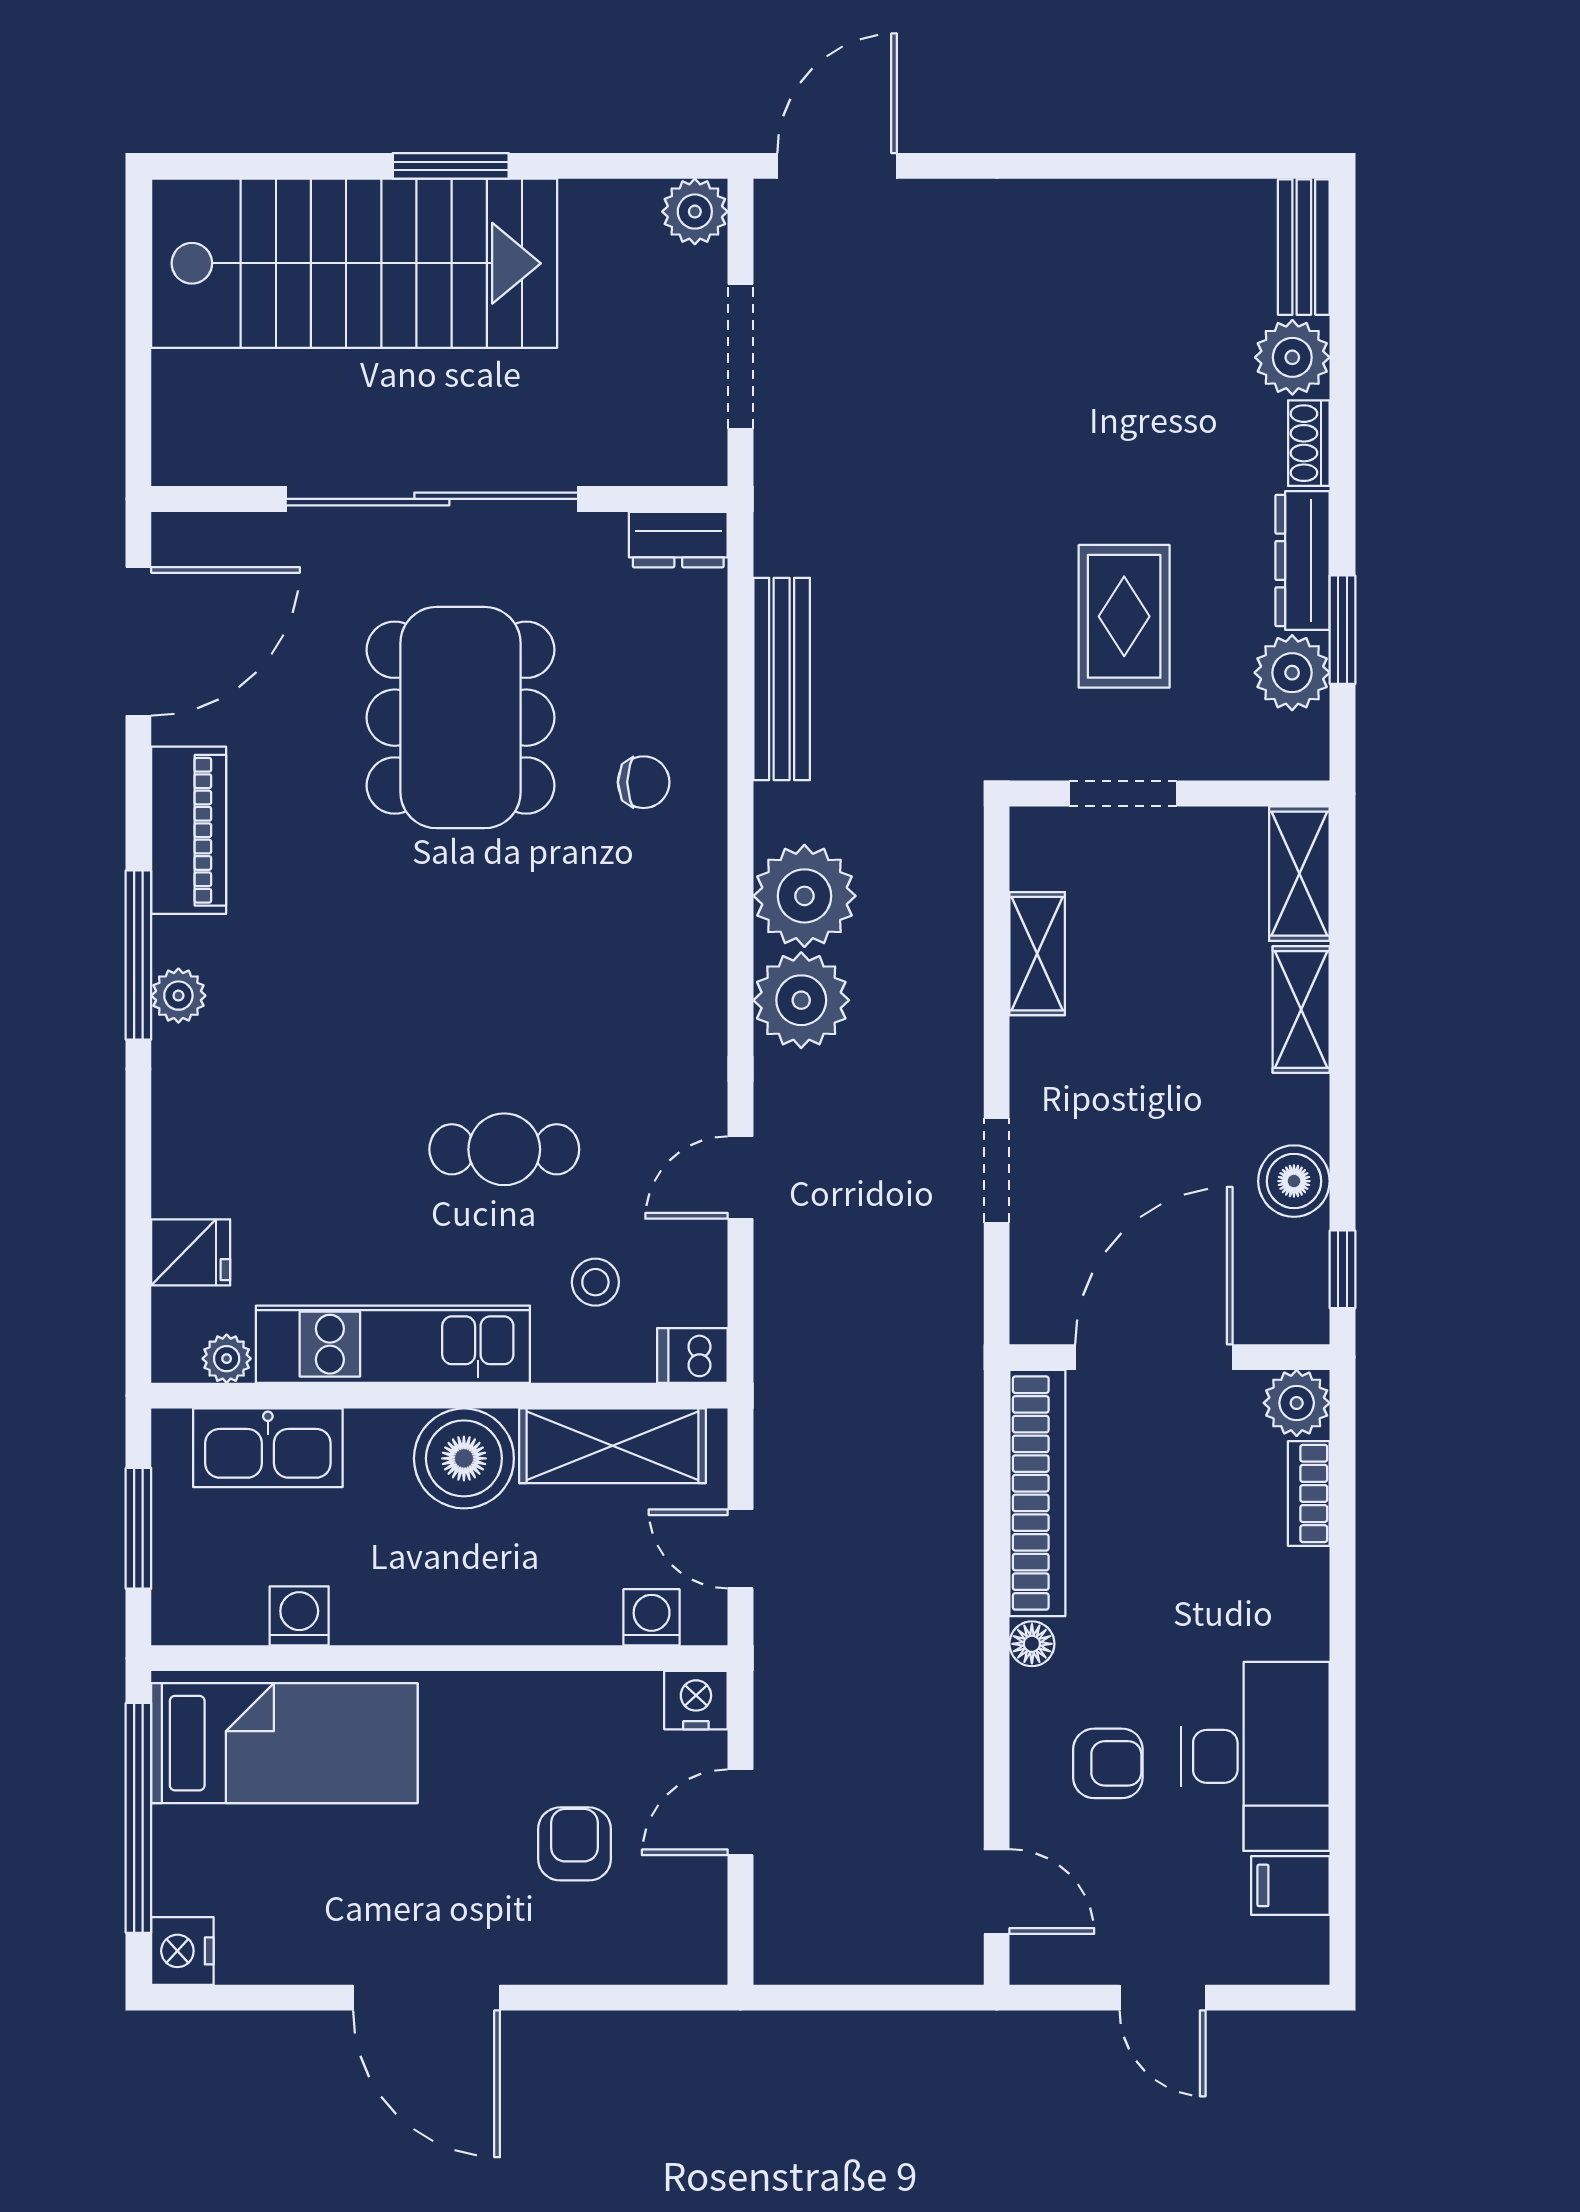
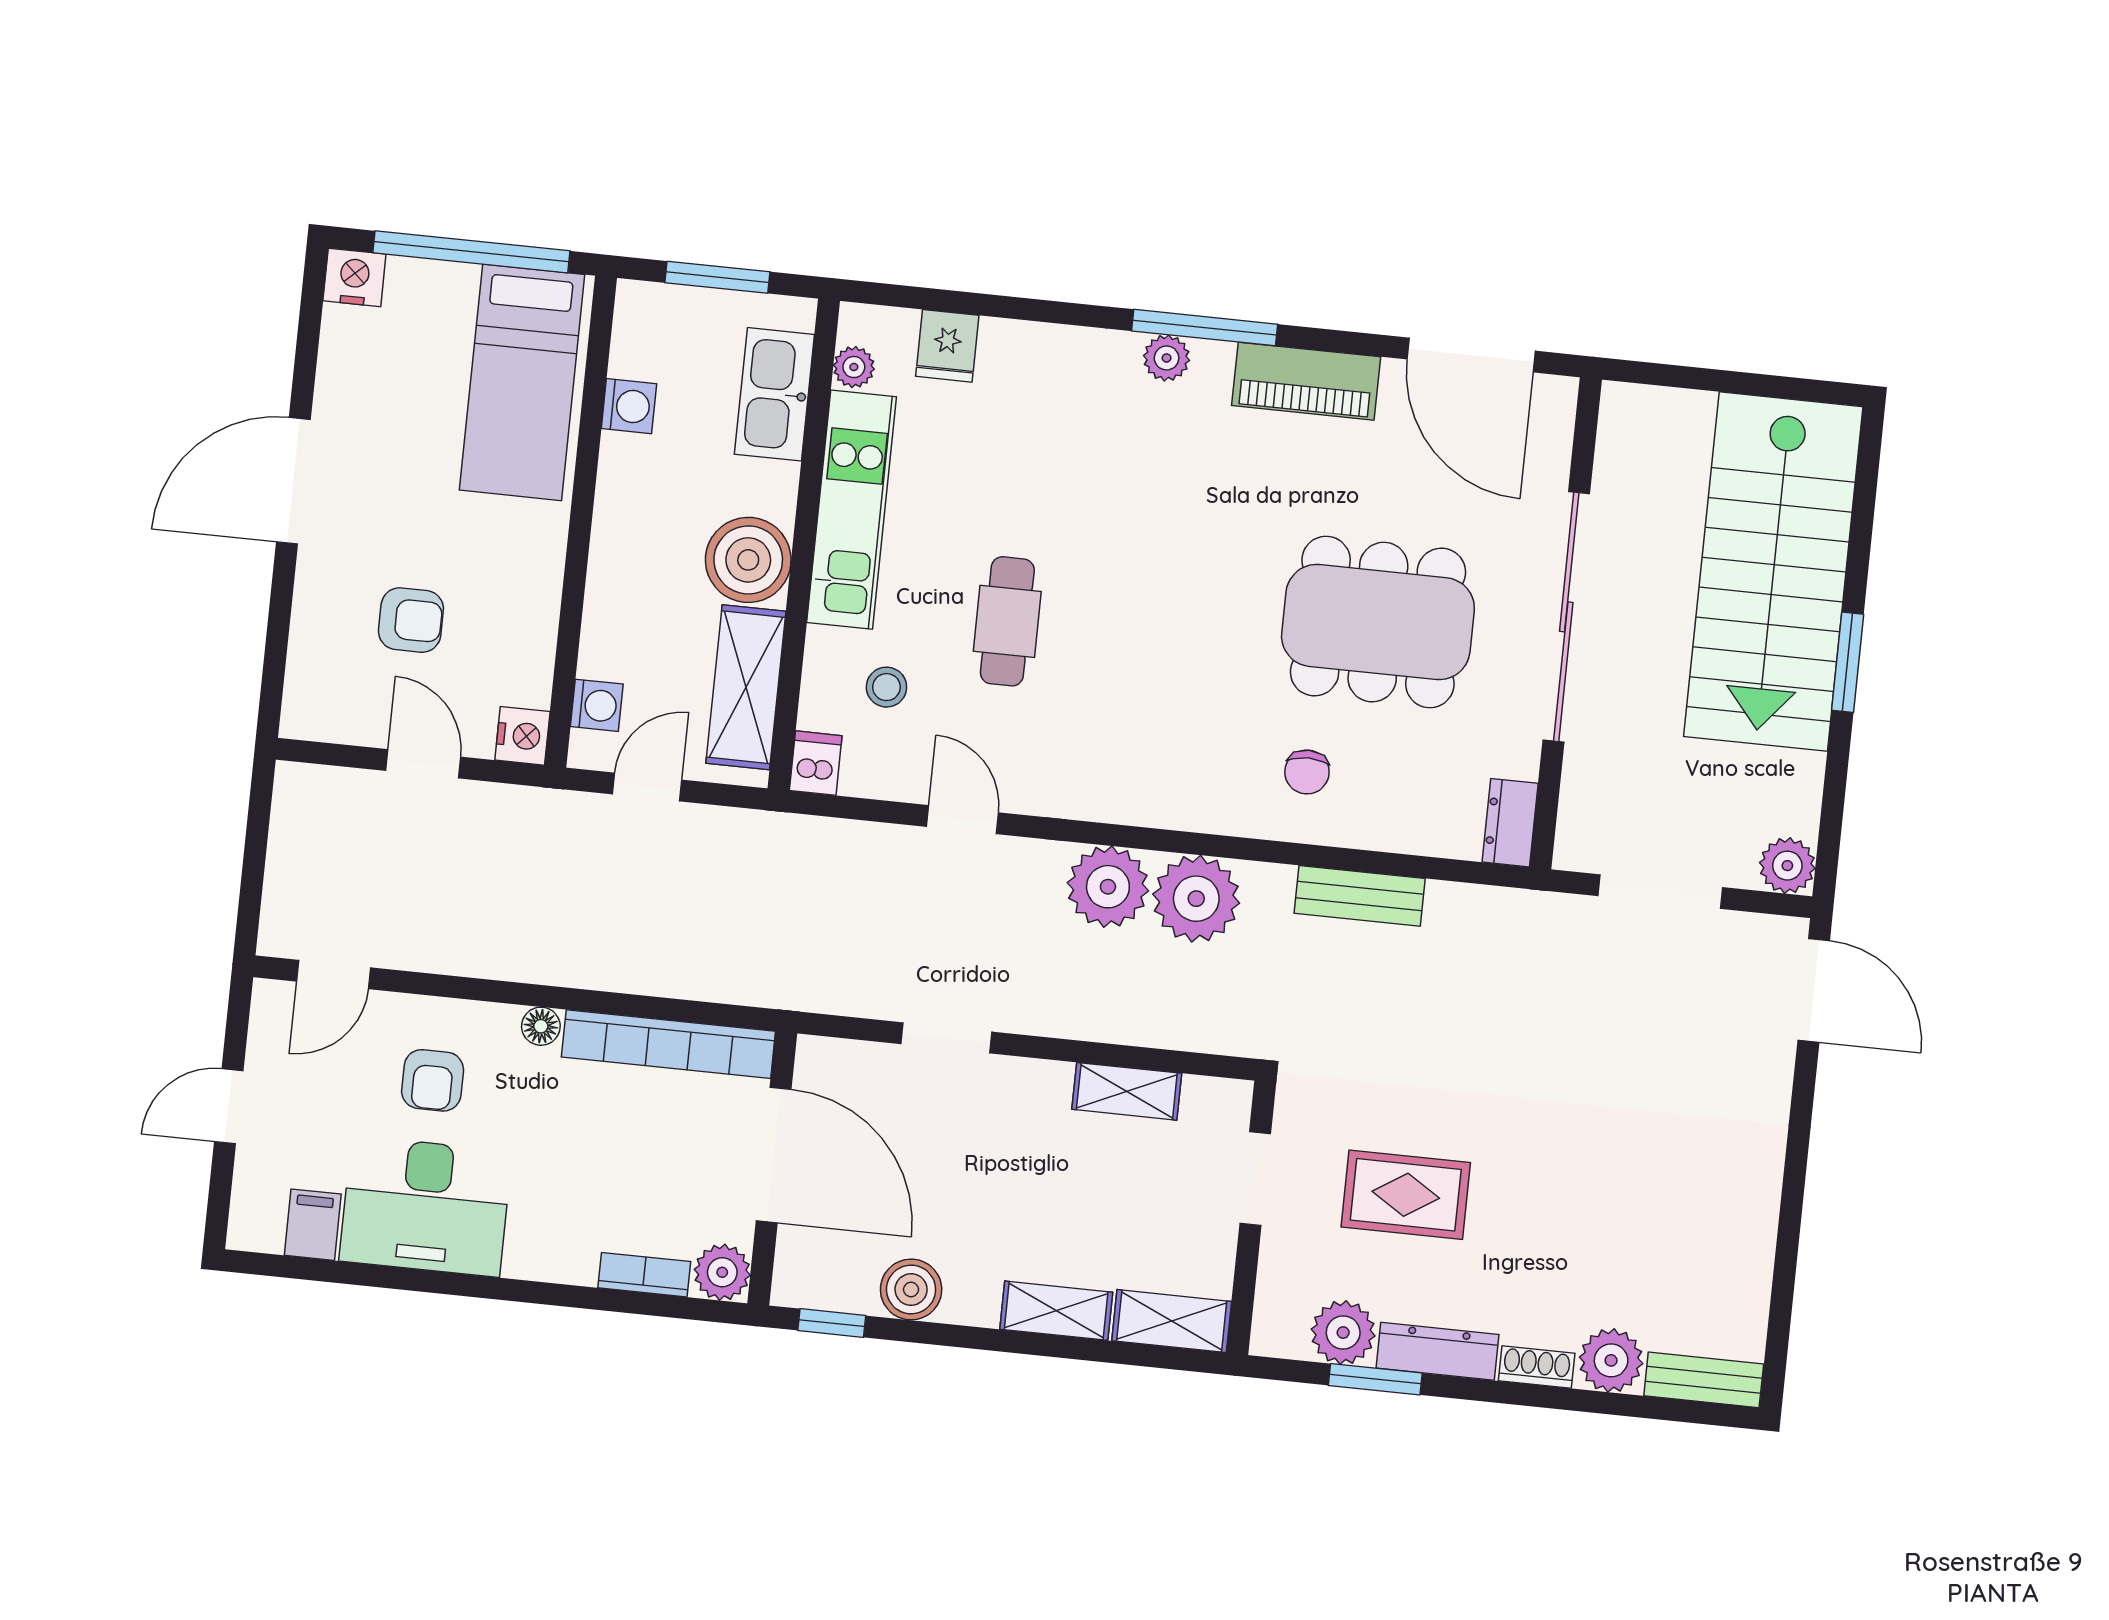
bench: (782, 679) -> (1360, 896), width x0.73

